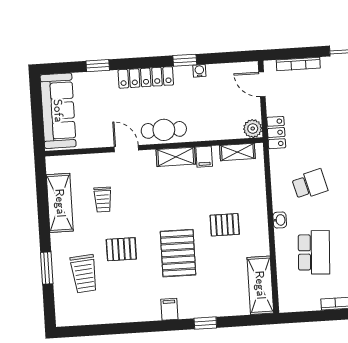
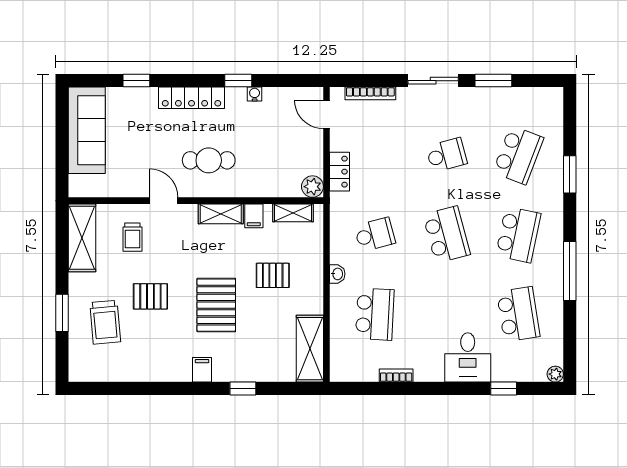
plant: (253, 129) -> (312, 187), moved
wall: (154, 147) -> (196, 201), moved
door: (126, 149) -> (164, 201), moved
shelving: (237, 152) -> (293, 213), moved
shelving: (176, 157) -> (221, 214), moved
filing cabinet: (204, 157) -> (254, 216), moved

